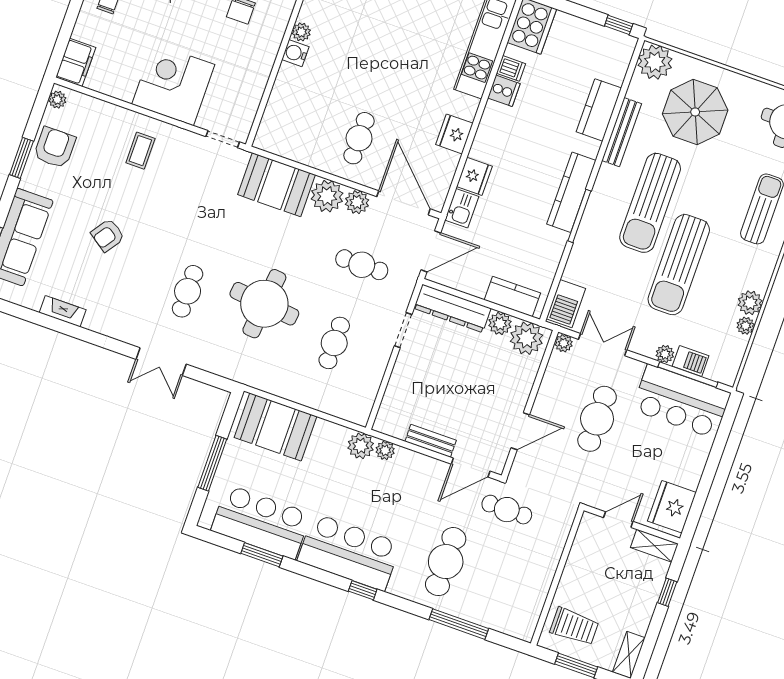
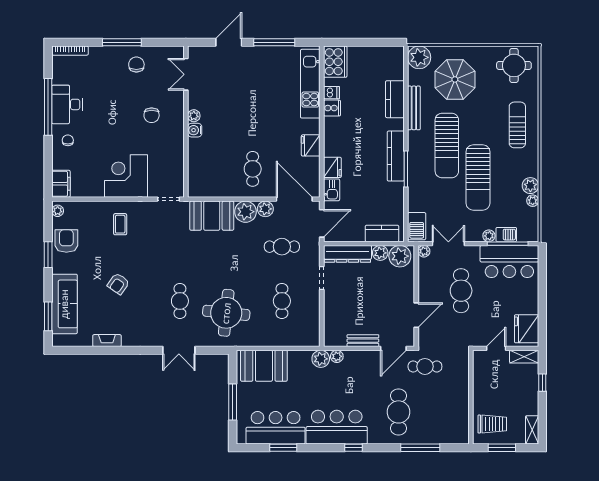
window: (619, 25) -> (389, 42), removed
round table: (264, 304) -> (226, 313), moved

